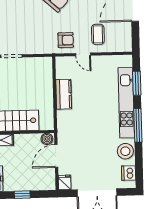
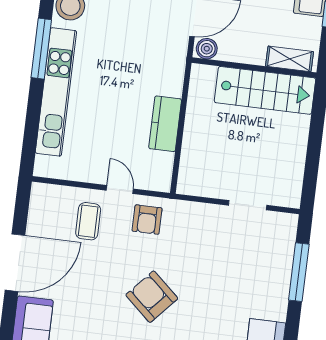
armchair: (66, 40) -> (147, 220), turned -90
window: (137, 83) -> (32, 124), removed

